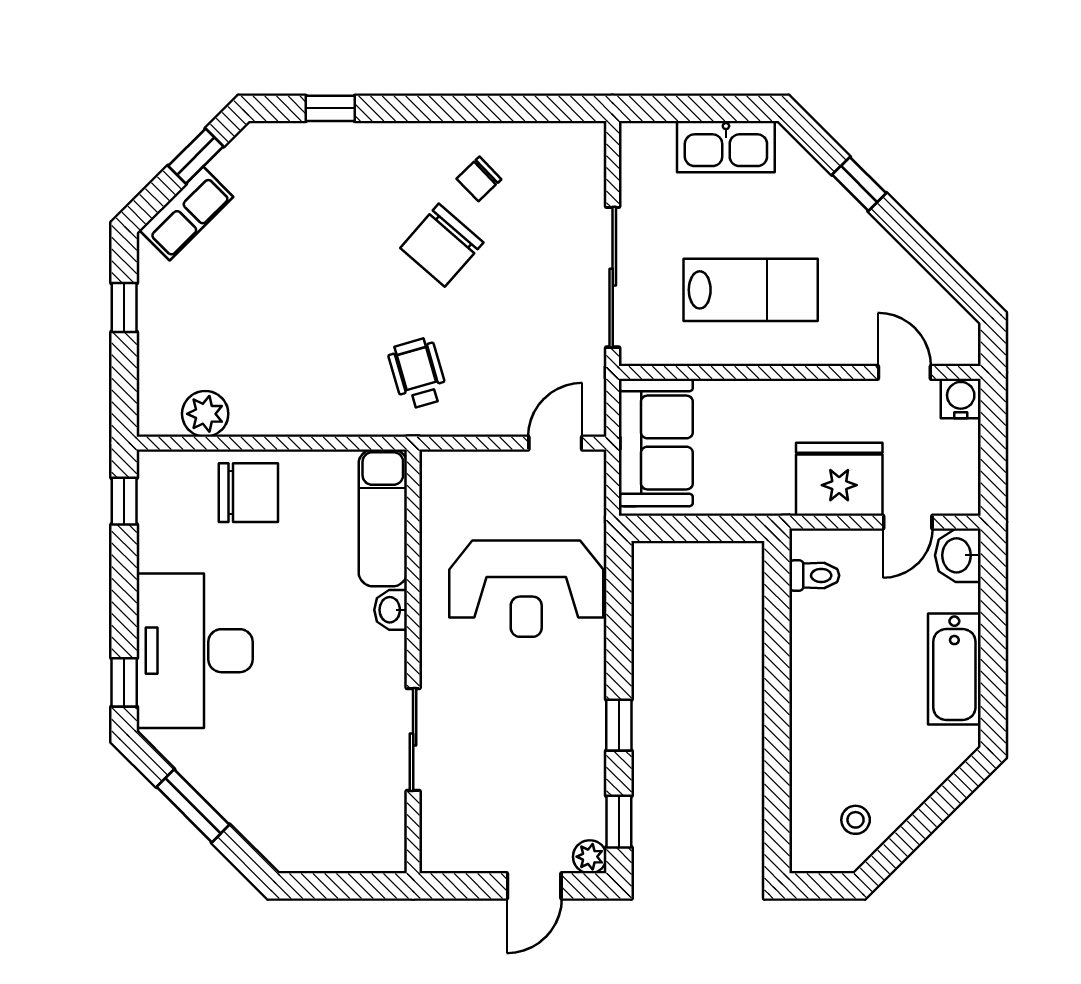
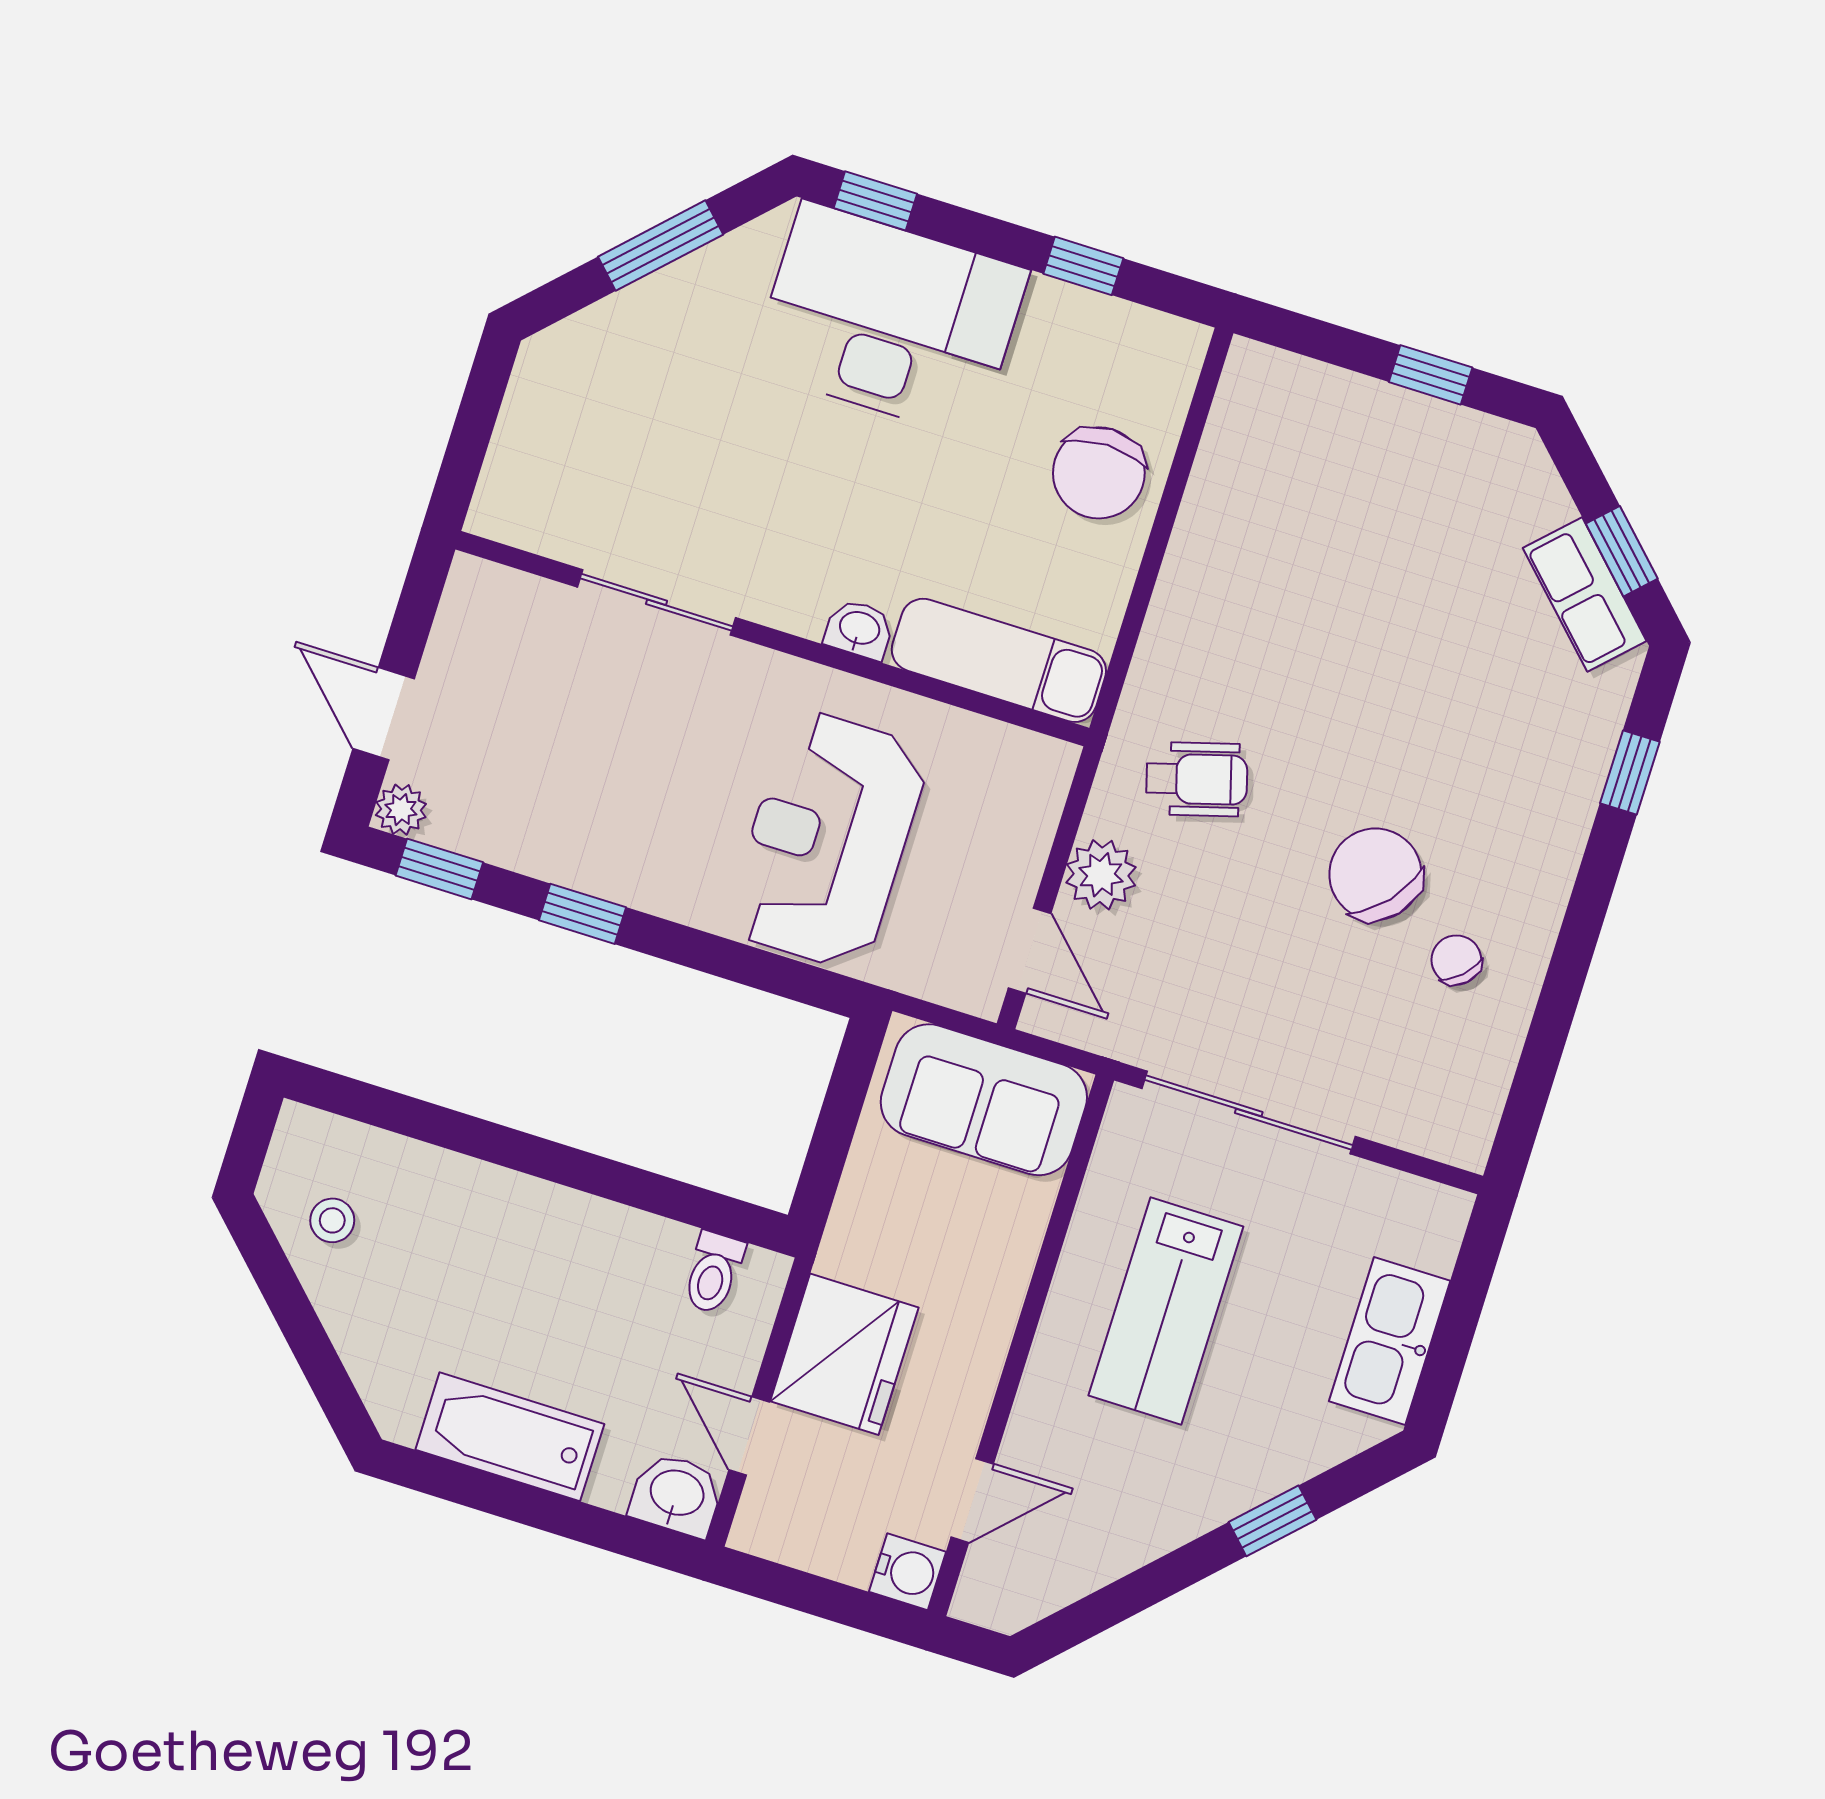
row of seats: (186, 214) -> (1585, 594), moved
plant: (205, 414) -> (1101, 875), moved
window: (124, 501) -> (1083, 266), moved

